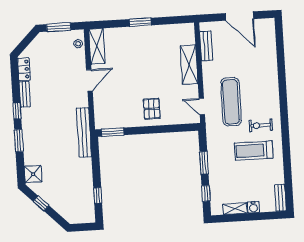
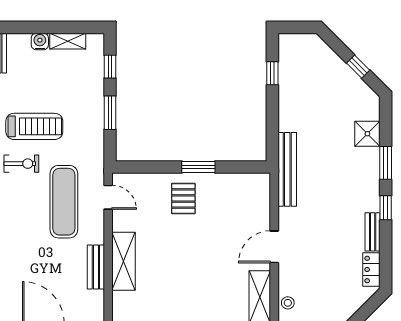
bench: (206, 46) -> (96, 267), moved
window: (113, 132) -> (198, 167), moved
shower: (33, 174) -> (367, 134), moved

